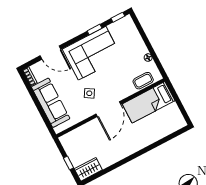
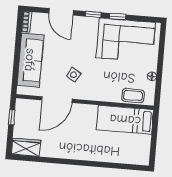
window: (118, 17) -> (93, 14), moved
corner sofa: (92, 53) -> (126, 40), moved
door: (108, 109) -> (57, 100), moved
window: (69, 163) -> (12, 117), moved

